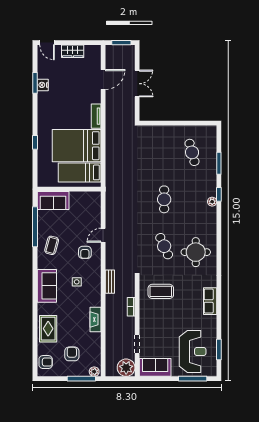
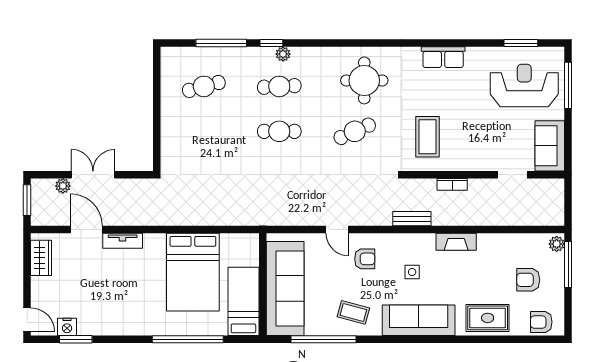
door: (47, 43) -> (27, 320), hinge flipped
wardrobe: (73, 51) -> (41, 258), moved
window: (35, 83) -> (76, 339), moved
nightstand: (43, 85) -> (67, 327), moved
tv unit: (96, 116) -> (123, 241), moved
window: (35, 142) -> (188, 339), width x3.17
window: (219, 163) -> (221, 43), width x1.44
bed: (80, 172) -> (243, 301), moved, turned 180
cafe table: (192, 199) -> (279, 86), added
sofa: (53, 200) -> (285, 288), width x1.85, depth x1.27
sofa: (47, 286) -> (419, 320), width x1.36
fireplace: (96, 320) -> (456, 242), moved
armchair: (46, 362) -> (541, 322), turned -90
plant: (126, 368) -> (63, 186), moved, width x0.53, depth x0.53

